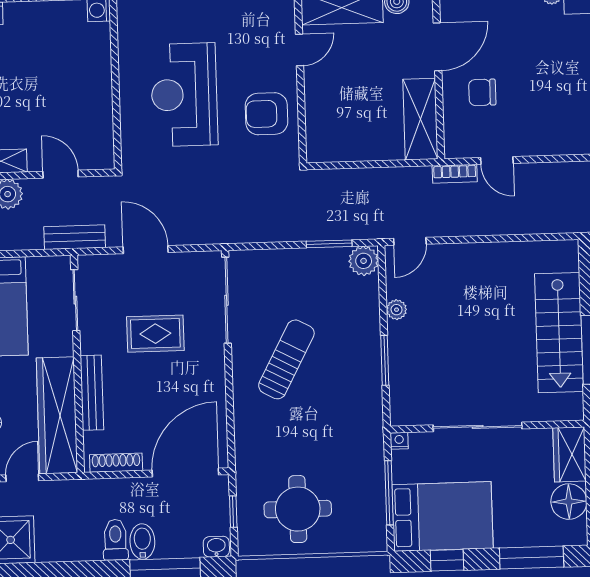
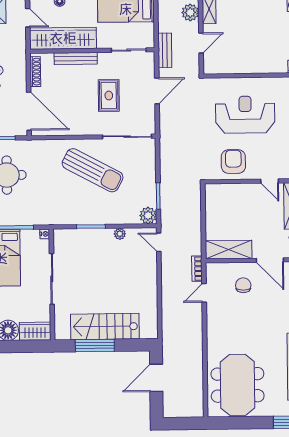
sun lounger: (286, 359) -> (93, 170), width x1.36, depth x1.34

